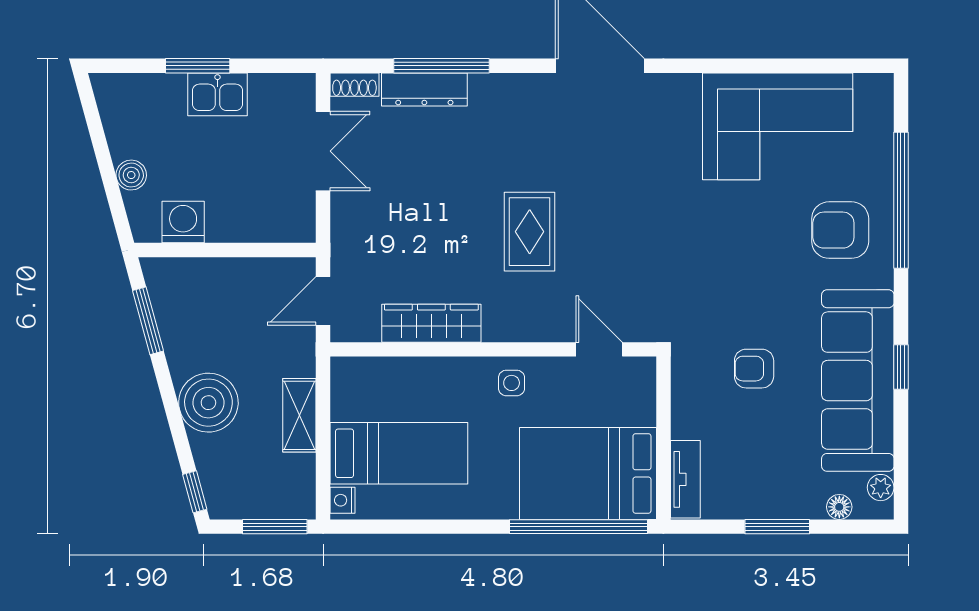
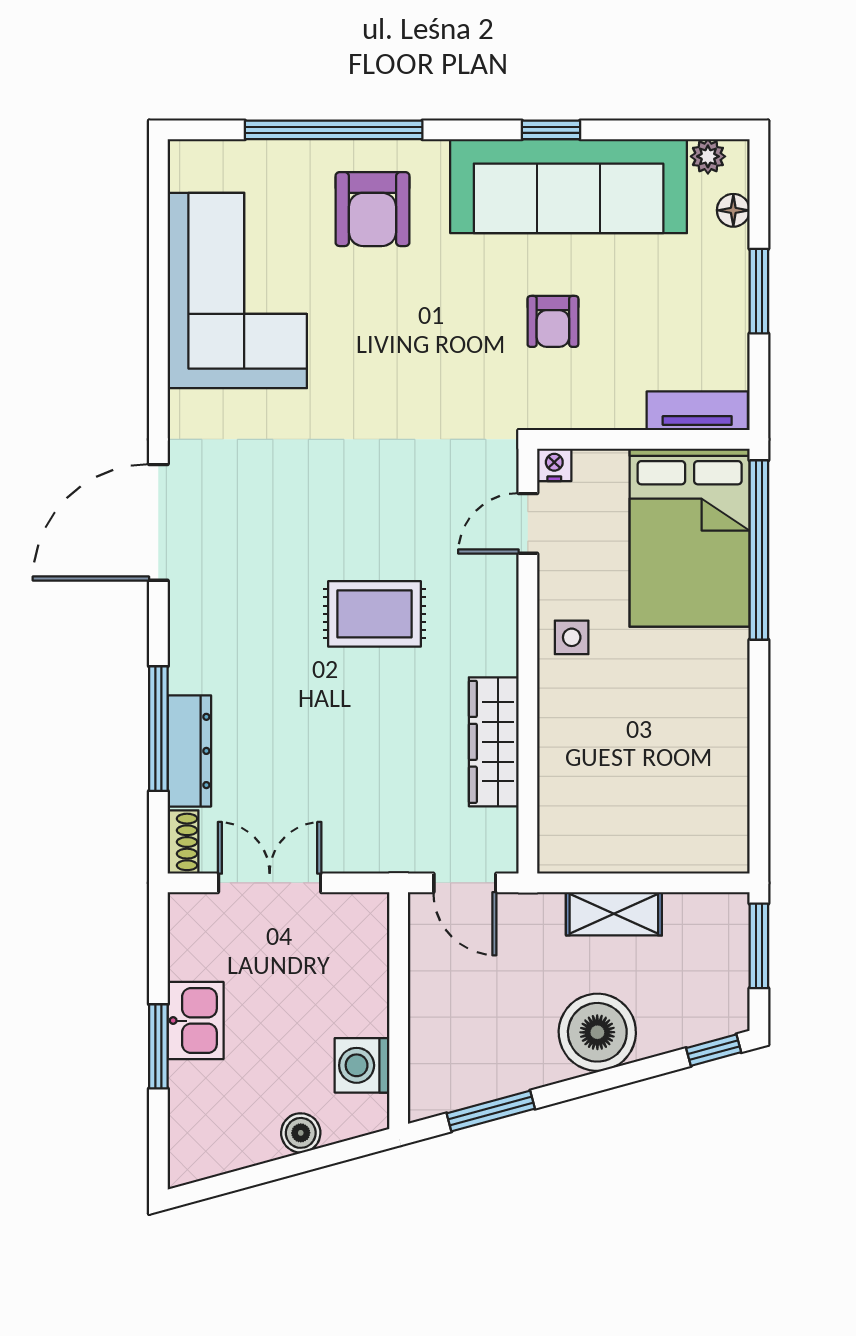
bed: (399, 453) -> (663, 784), removed
nightstand: (343, 500) -> (554, 465), moved, turned 180

